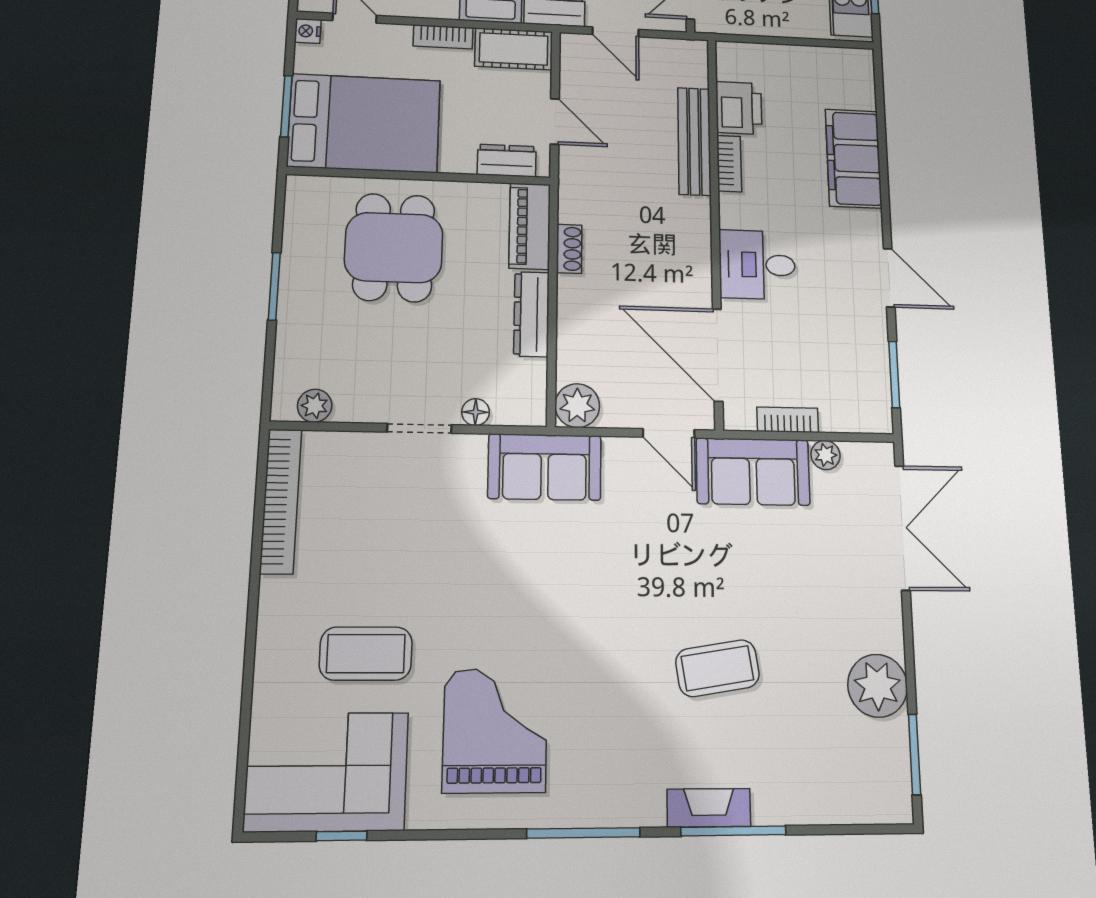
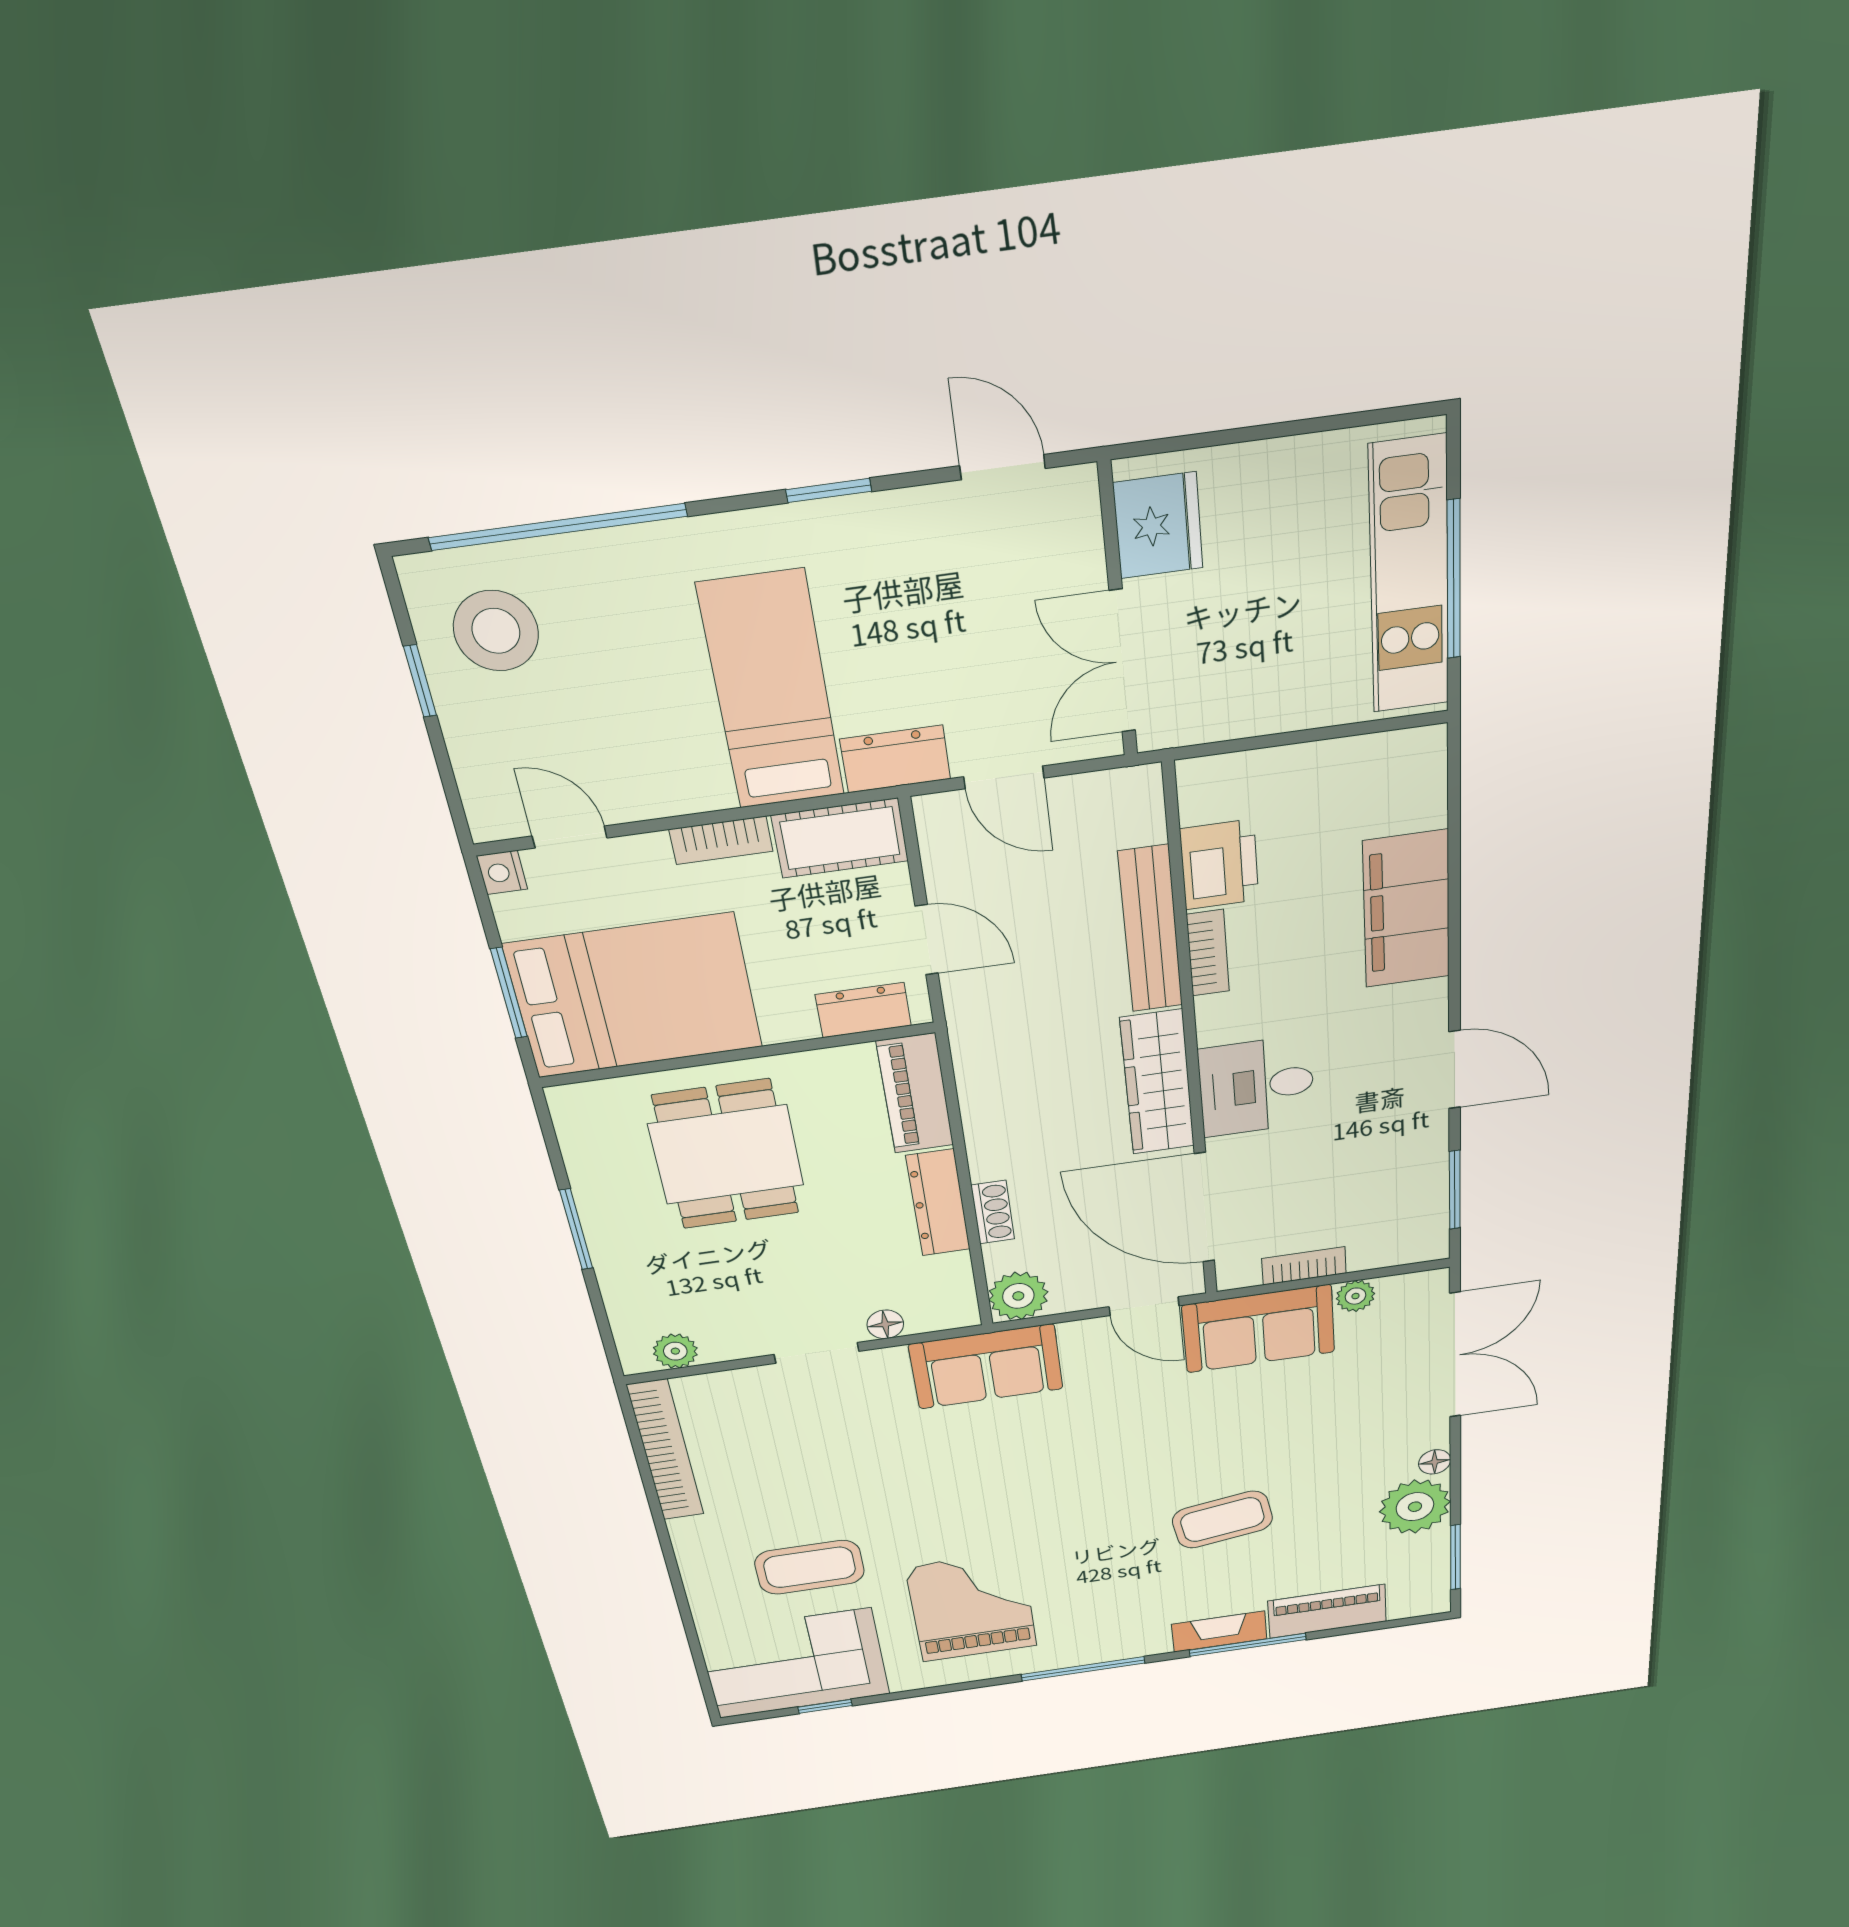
shoe rack: (569, 249) -> (993, 1212), moved
wardrobe: (691, 249) -> (1157, 1083), added
floor lamp: (892, 637) -> (1435, 1462), added
piano: (805, 801) -> (1327, 1611), added

